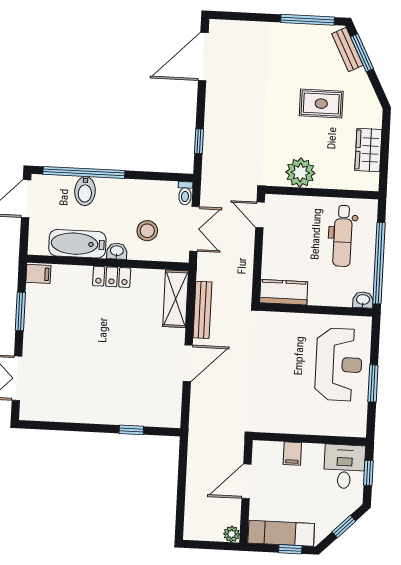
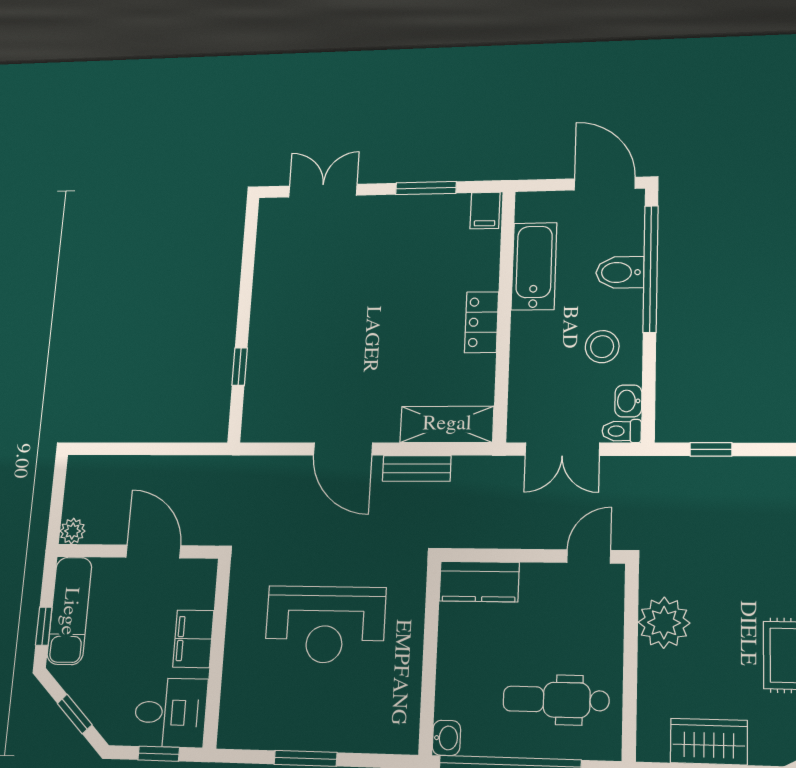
stool: (147, 231) -> (602, 347), moved
washbasin: (117, 251) -> (628, 401), moved, turned 180
kitchen counter: (284, 292) -> (479, 582), moved, turned 90
bench: (202, 310) -> (417, 468), width x0.73
reception desk: (339, 364) -> (325, 624), moved
filing cabinet: (292, 454) -> (193, 639), width x2.00

